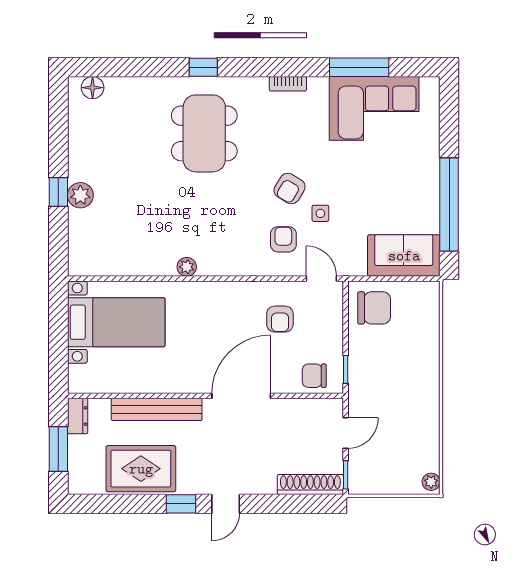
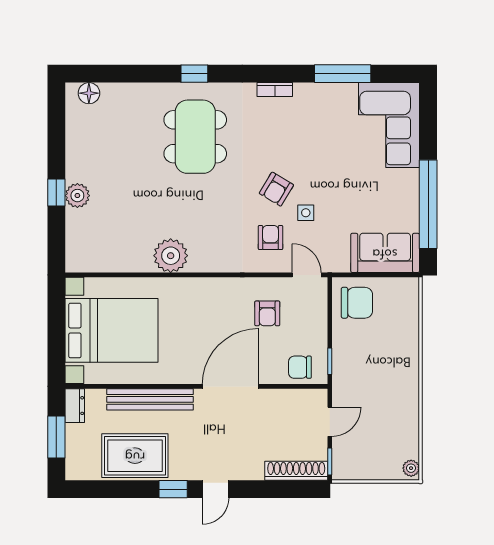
corner sofa: (374, 108) -> (389, 125), moved, turned 90
plant: (187, 267) -> (171, 256), width x1.87, depth x1.87
bed with nightstands: (116, 322) -> (112, 330), width x1.36

